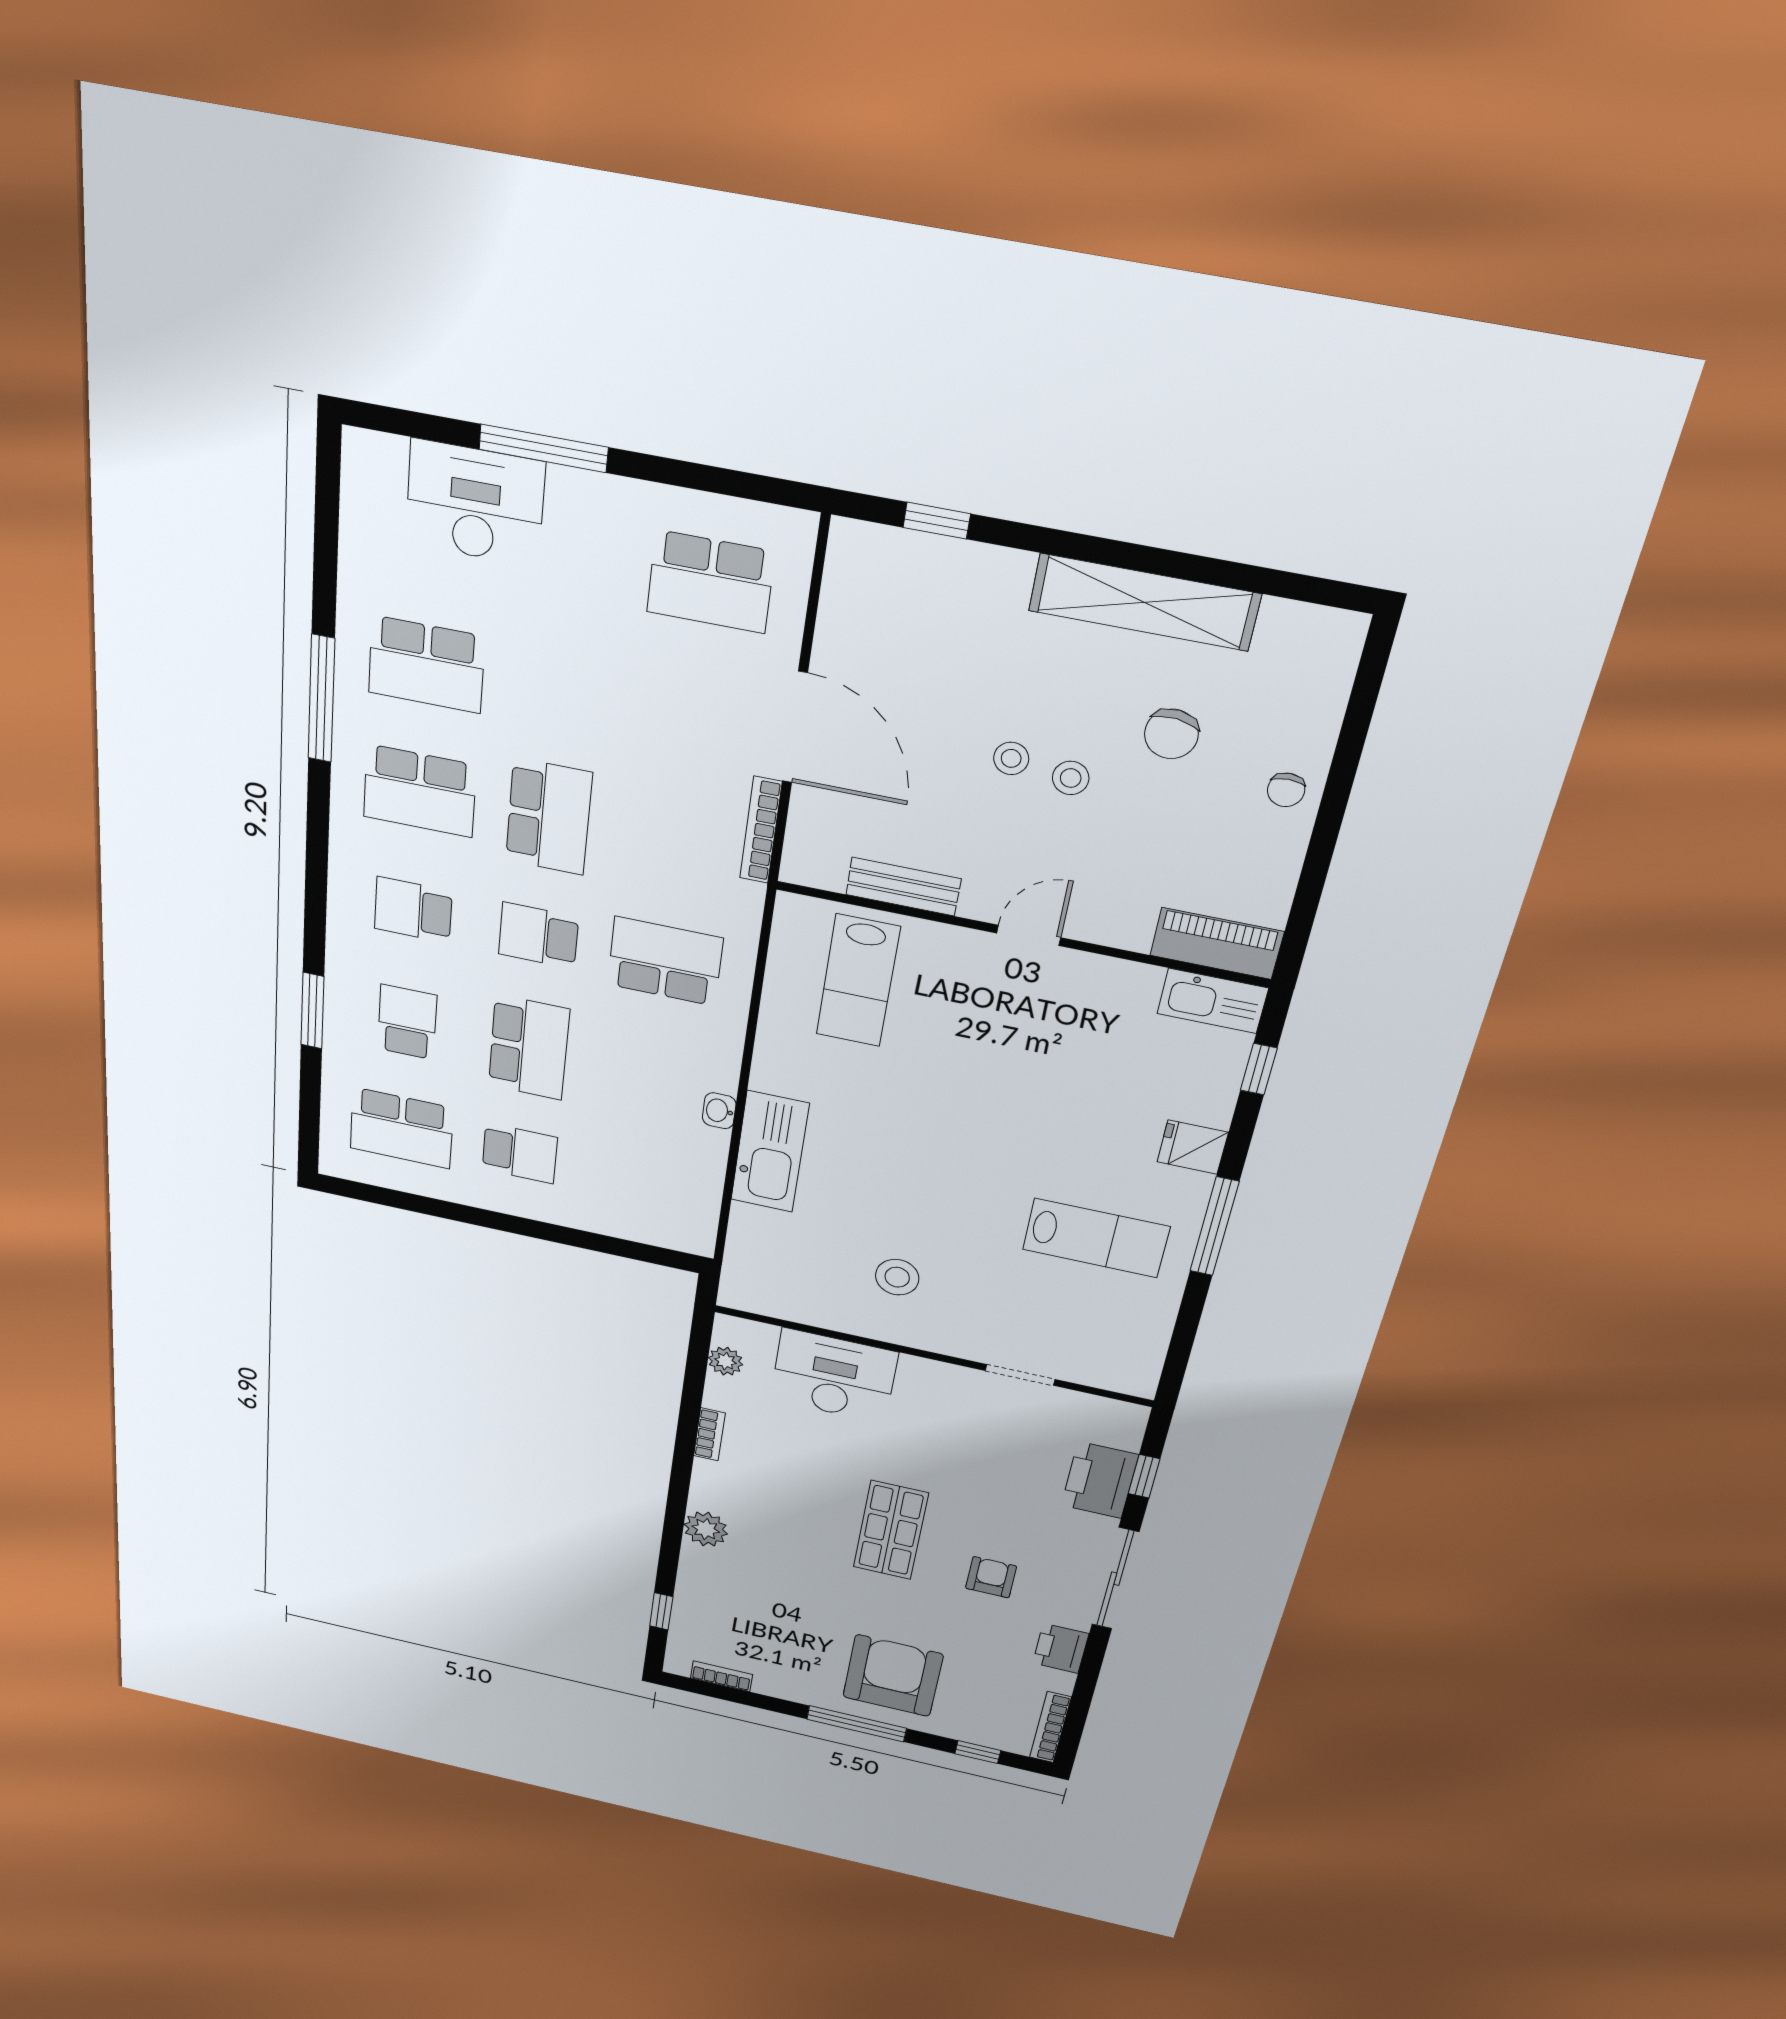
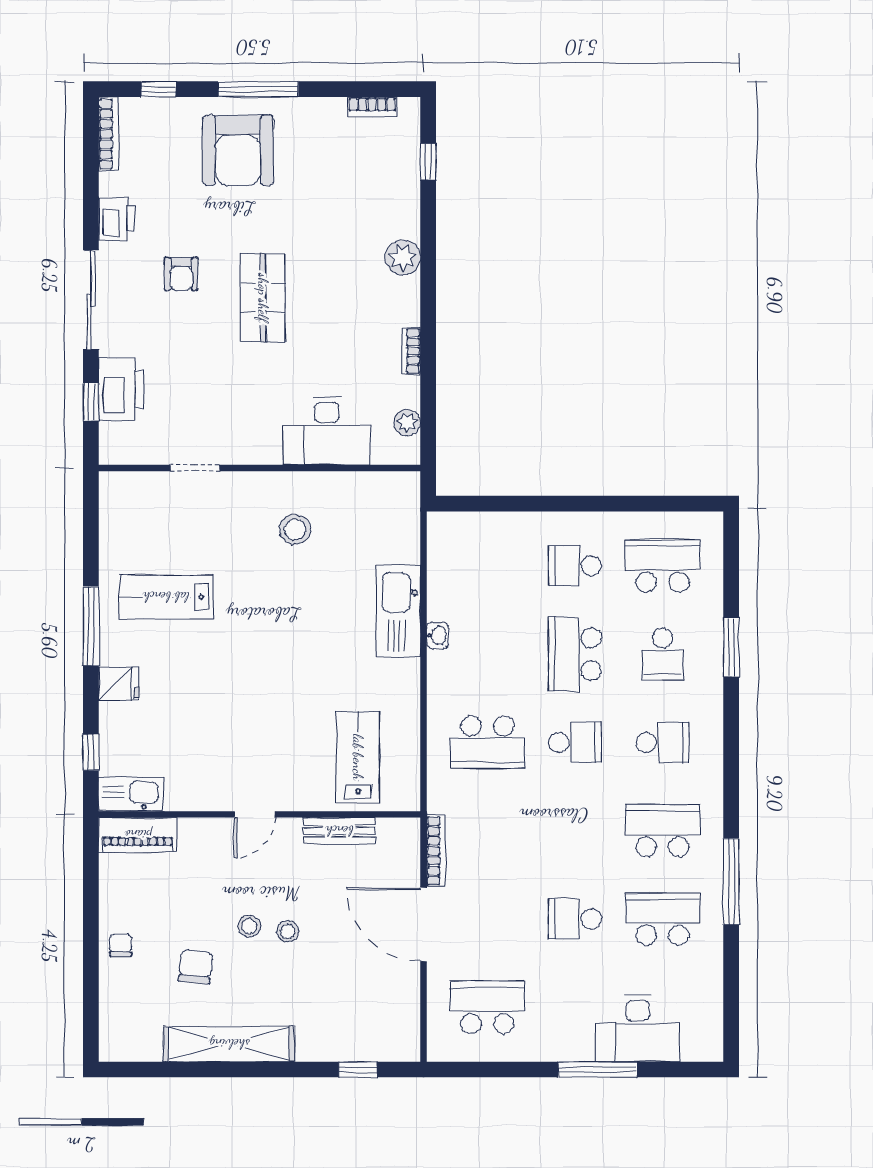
school desk: (549, 817) -> (575, 919), moved, width x0.54

